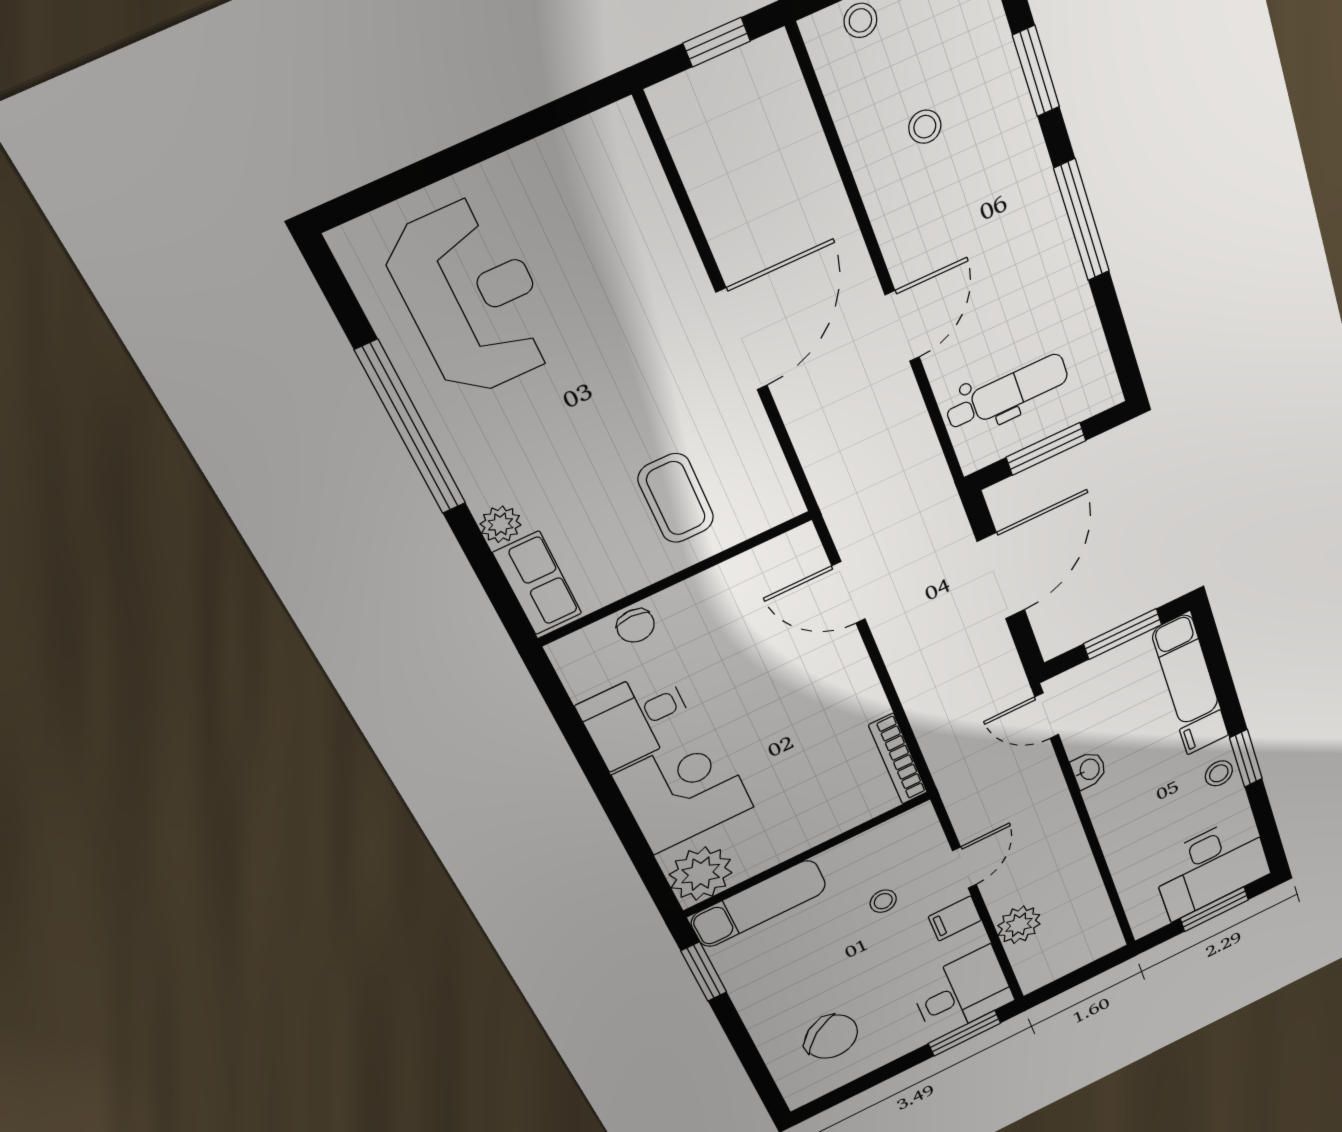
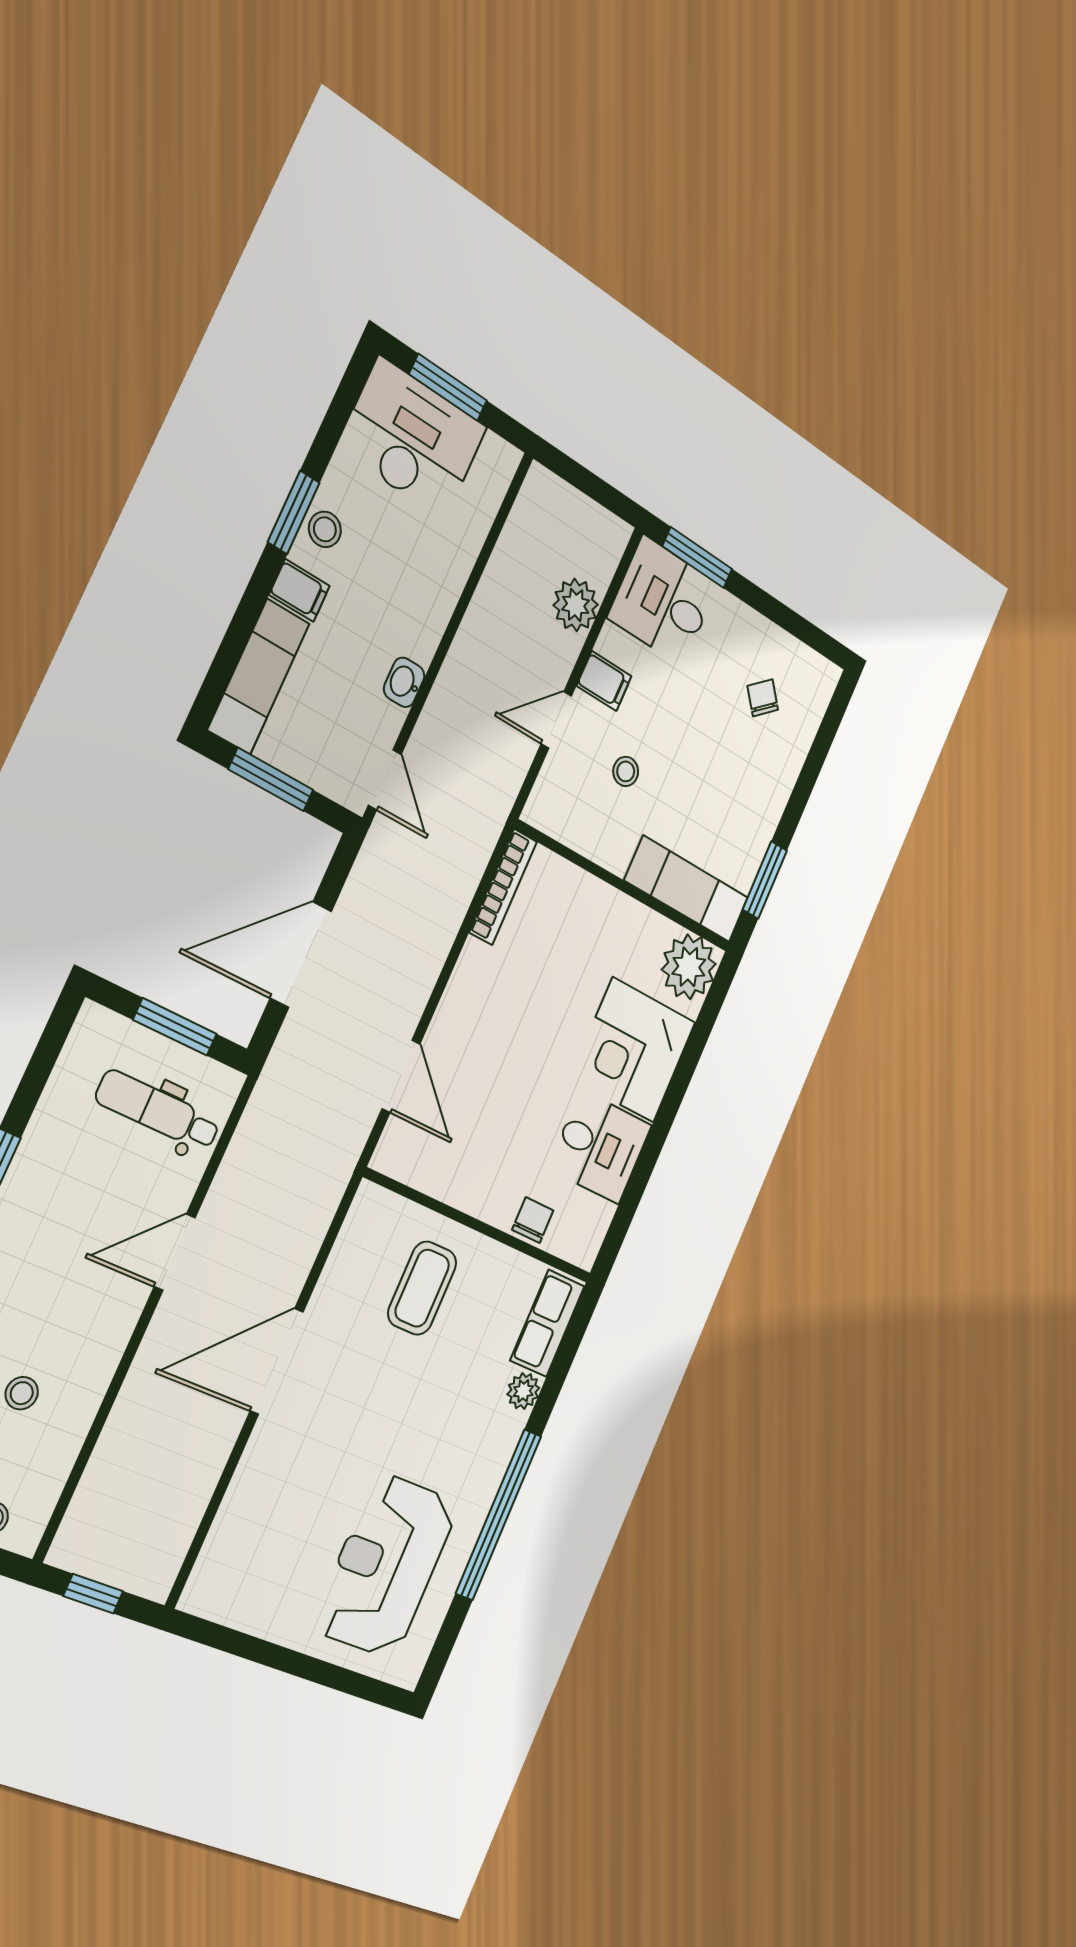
chair: (831, 1037) -> (763, 698), width x0.54, depth x0.54

